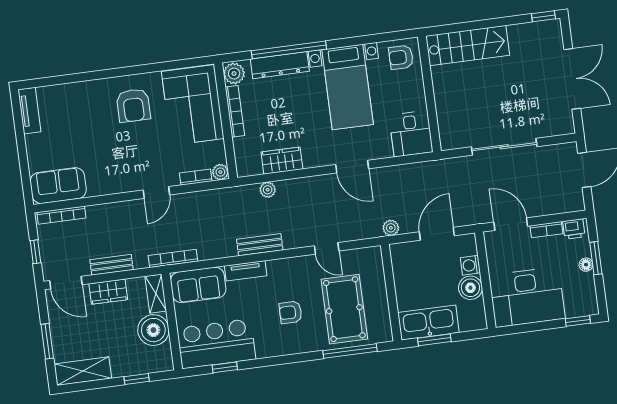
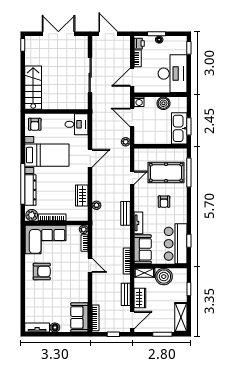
floor lamp: (34, 143) -> (55, 328), added
washing machine: (470, 265) -> (139, 102), moved

